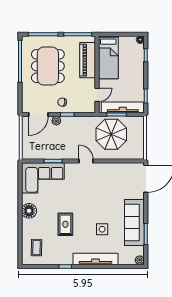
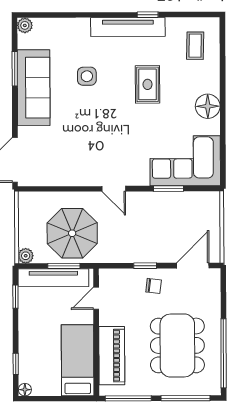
plant: (56, 121) -> (26, 256), moved
tv unit: (96, 259) -> (128, 27), moved

